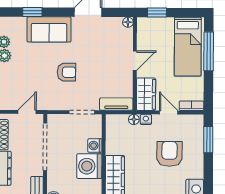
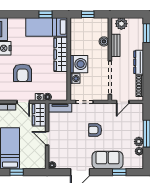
window: (157, 13) -> (17, 172), moved
door: (135, 61) -> (47, 138), hinge flipped

